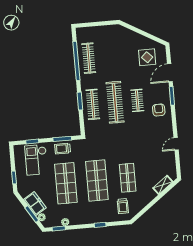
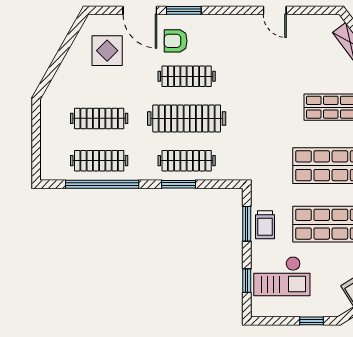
clothes rail: (111, 56) -> (99, 118), added
clothes rail: (137, 100) -> (187, 76), width x1.36
armchair: (159, 110) -> (176, 41), moved

